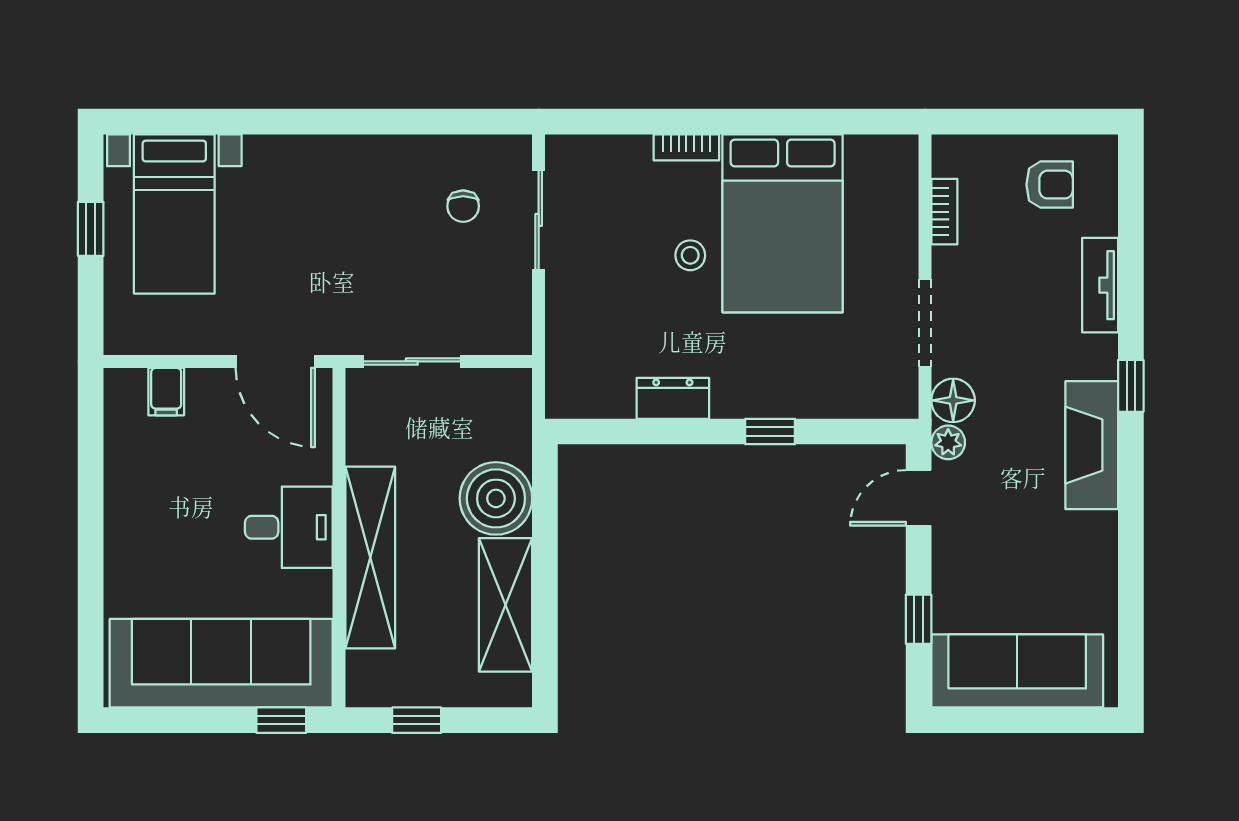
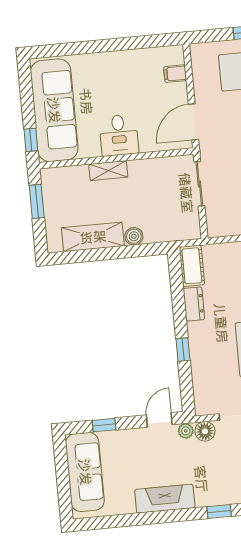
cot: (589, 395) -> (192, 266), added
fireplace: (1092, 445) -> (165, 499), moved
boiler: (496, 498) -> (134, 236), width x0.54, depth x0.54
door: (919, 498) -> (159, 420), hinge flipped
shelving: (370, 557) -> (108, 171), width x0.45, depth x0.75
window: (417, 720) -> (37, 201), width x1.50

